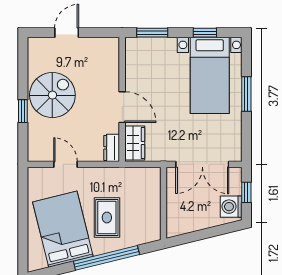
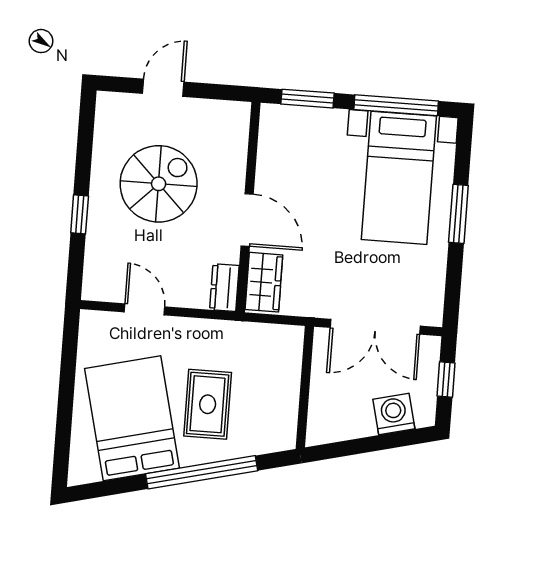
window: (205, 33) -> (396, 105), width x2.17
spiral stairs: (52, 95) -> (159, 184), moved
washing machine: (231, 207) -> (394, 414), moved, turned 76

